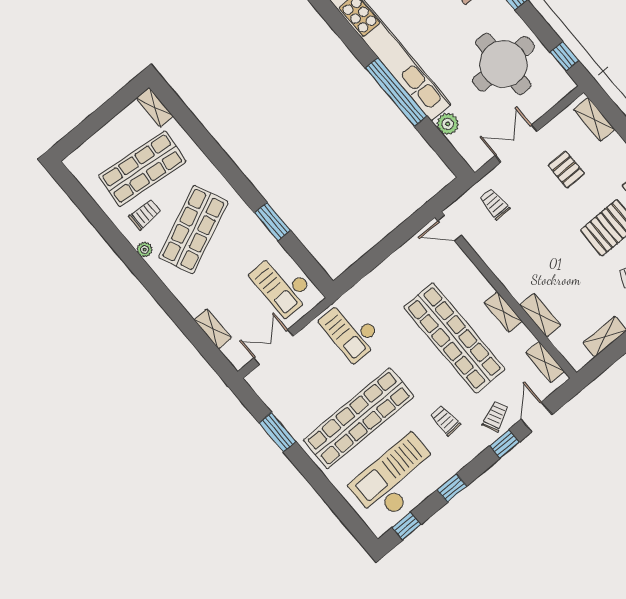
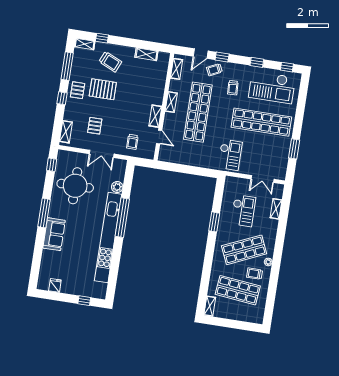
door: (450, 228) -> (159, 137), moved
checkout: (282, 284) -> (243, 211), moved
shelving: (540, 315) -> (155, 116), moved

